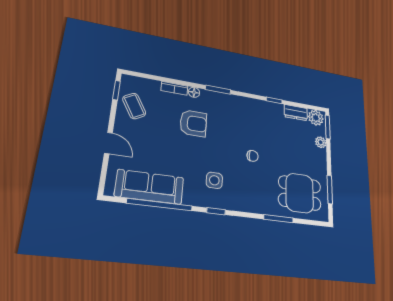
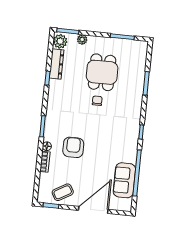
dresser: (296, 113) -> (57, 64), width x1.44
door: (108, 143) -> (93, 210), width x1.88
side table: (214, 180) -> (118, 132), removed
sofa: (150, 187) -> (124, 180), width x0.73
dining table: (300, 193) -> (102, 72), moved

